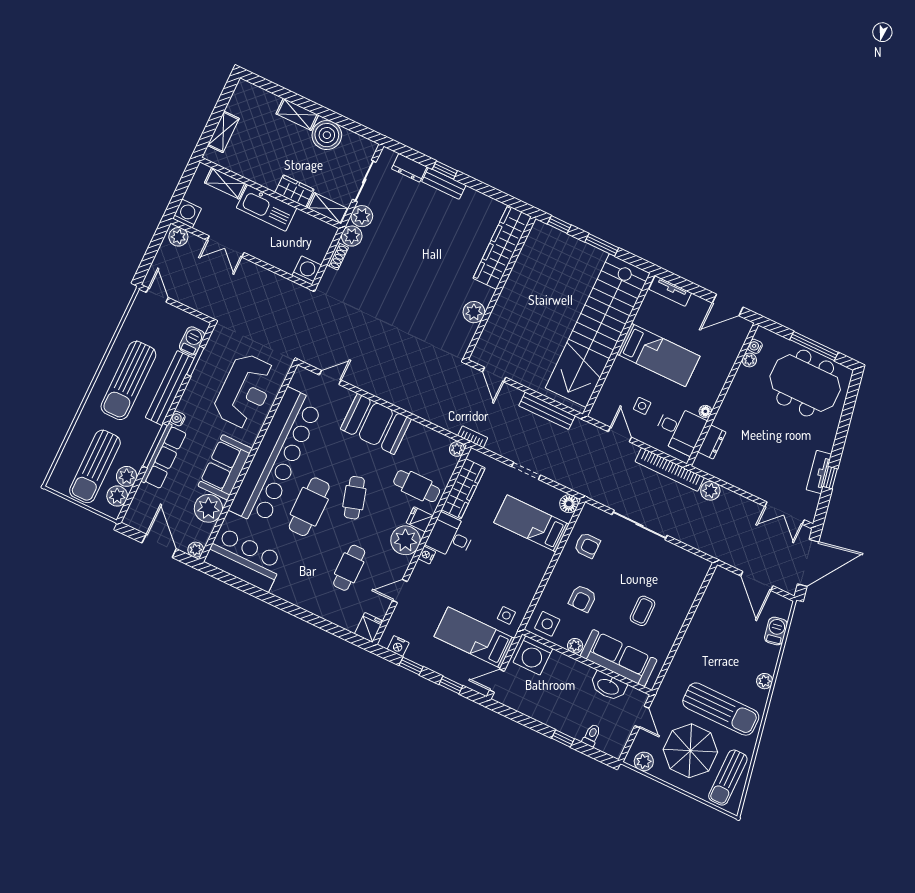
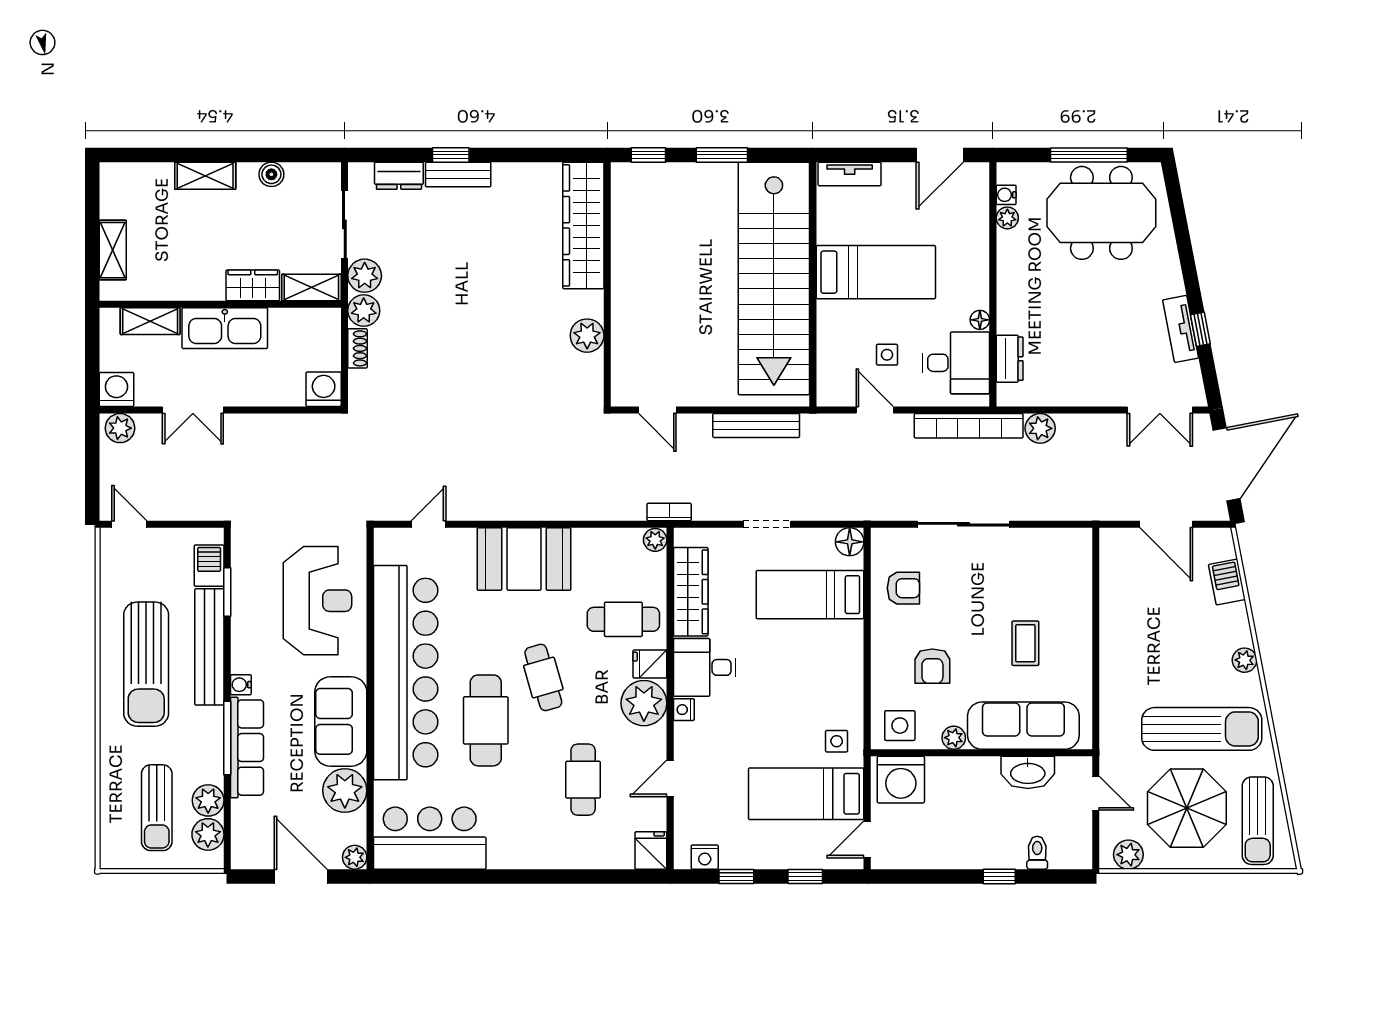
boiler: (327, 135) -> (271, 174), width x0.54, depth x0.54
sun lounger: (95, 466) -> (157, 808), width x0.73, depth x0.75

